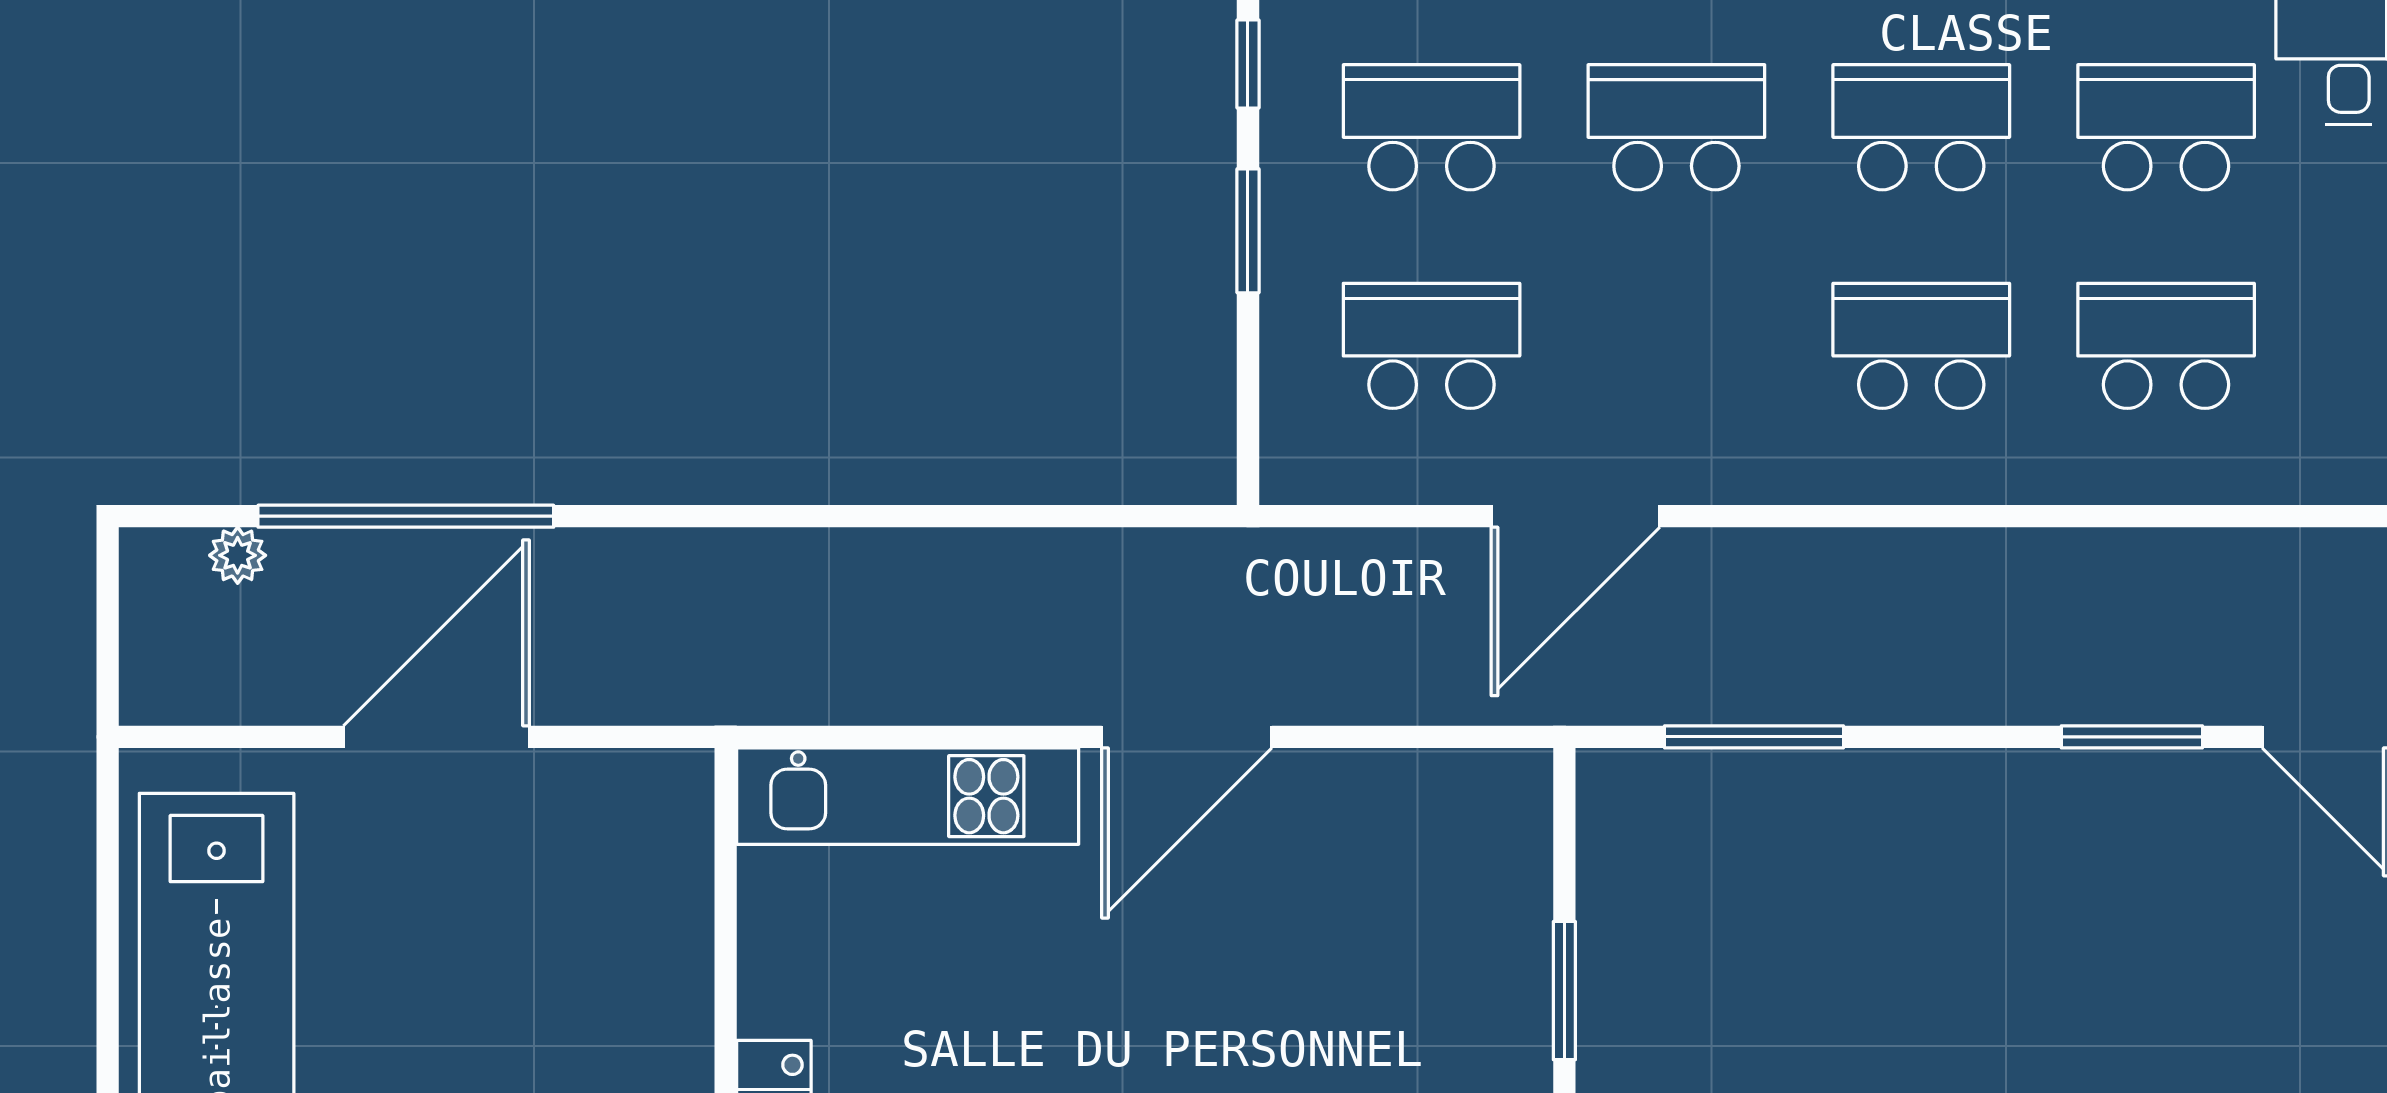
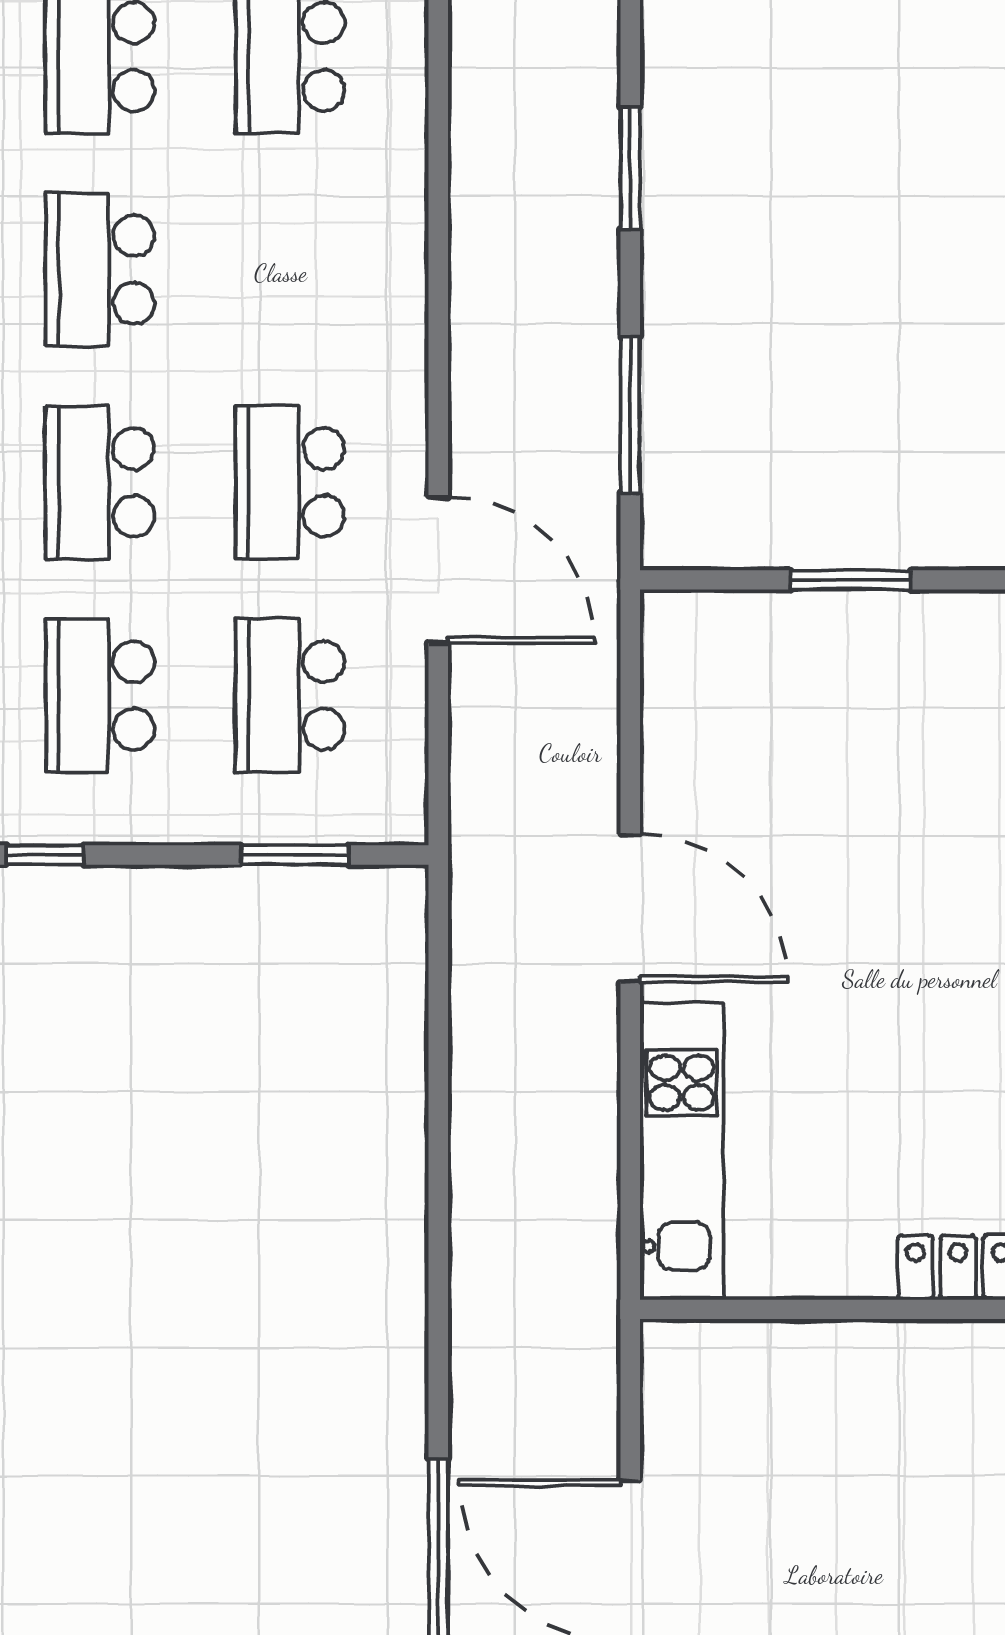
window: (1248, 231) -> (295, 855), moved
school desk: (1921, 346) -> (290, 482), moved
window: (2132, 737) -> (630, 168), moved

